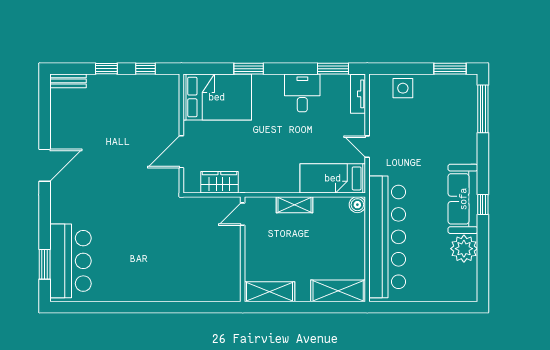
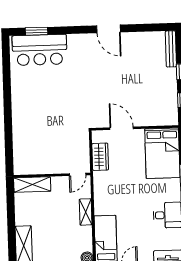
bench: (68, 81) -> (171, 49), width x1.36
door: (243, 214) -> (78, 174), swing flipped
shelving: (270, 292) -> (32, 184), moved, turned 90

